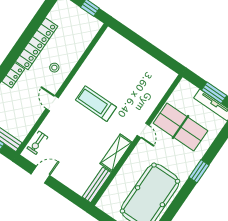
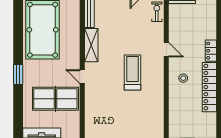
treadmill: (96, 104) -> (132, 72), turned -90

